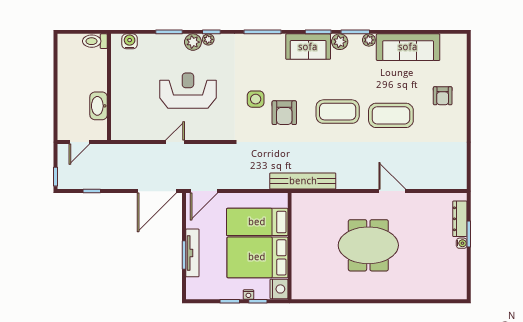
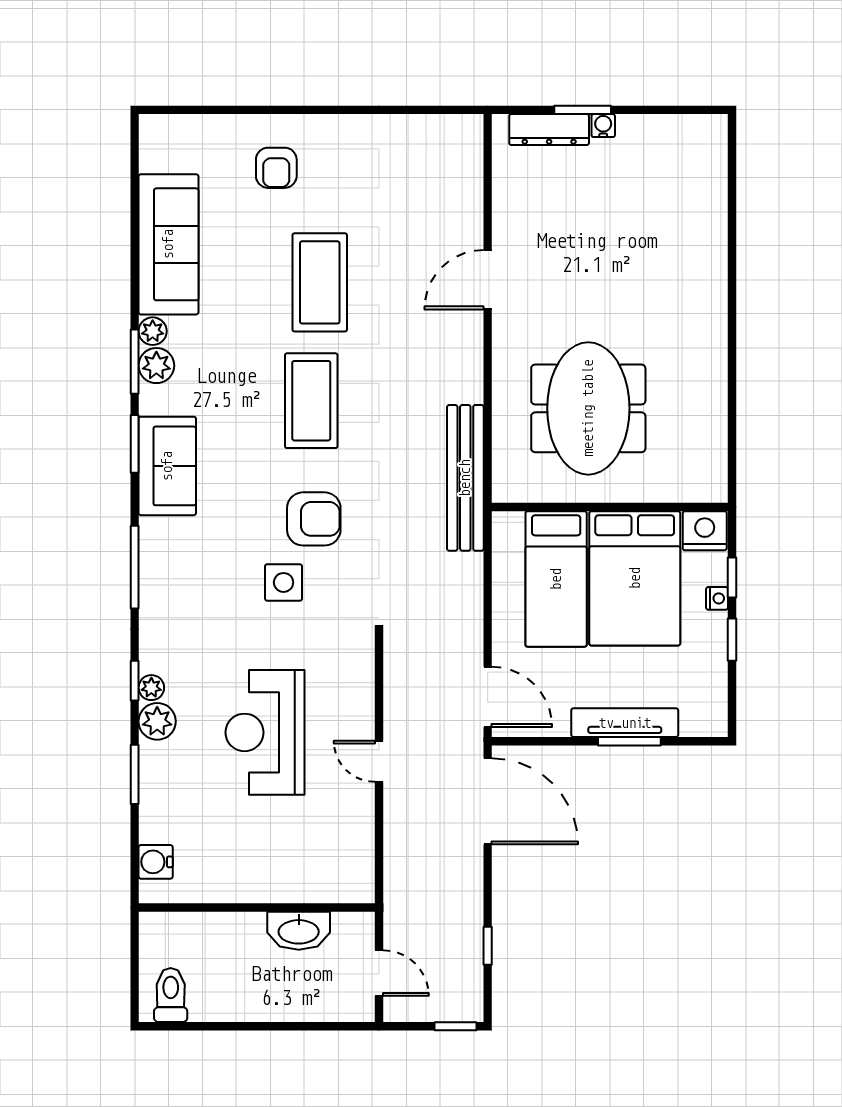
toilet: (95, 41) -> (171, 995), moved, turned 180
plant: (340, 42) -> (156, 366), moved
armchair: (443, 96) -> (276, 168), turned 90
meeting table: (368, 245) -> (588, 408), moved

